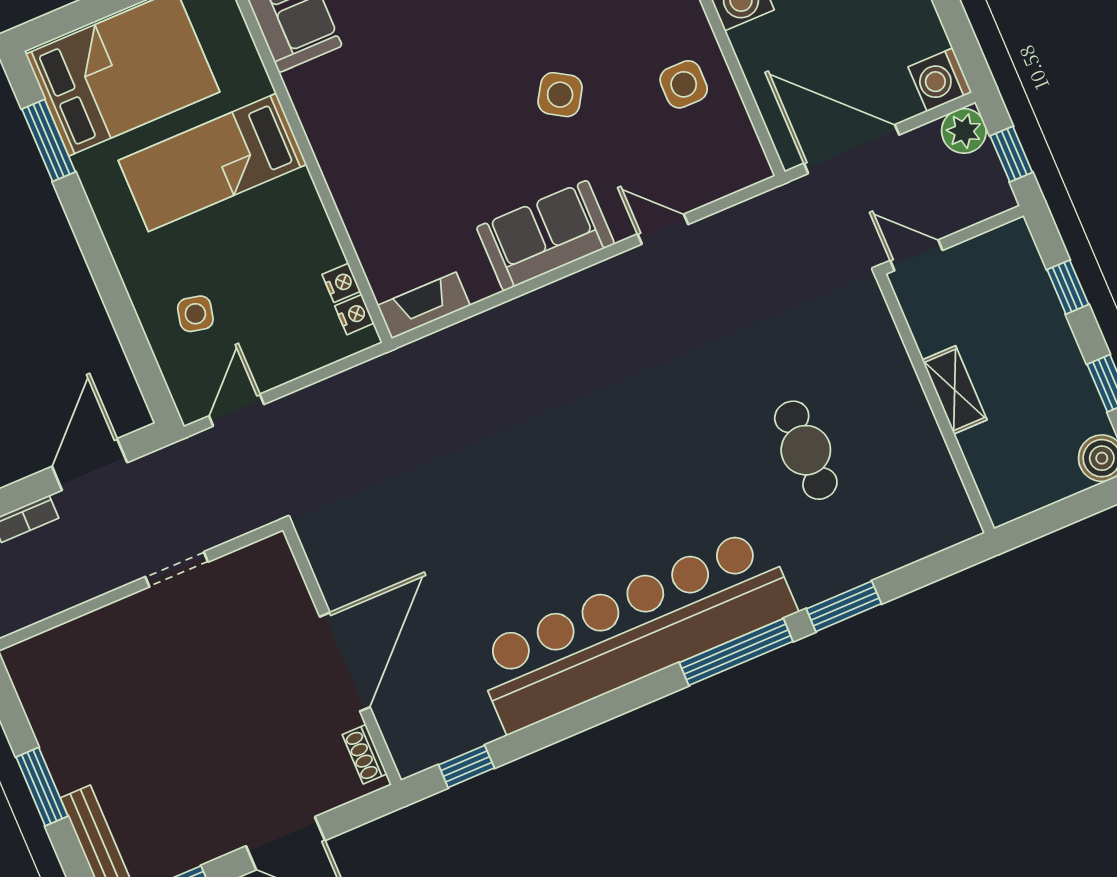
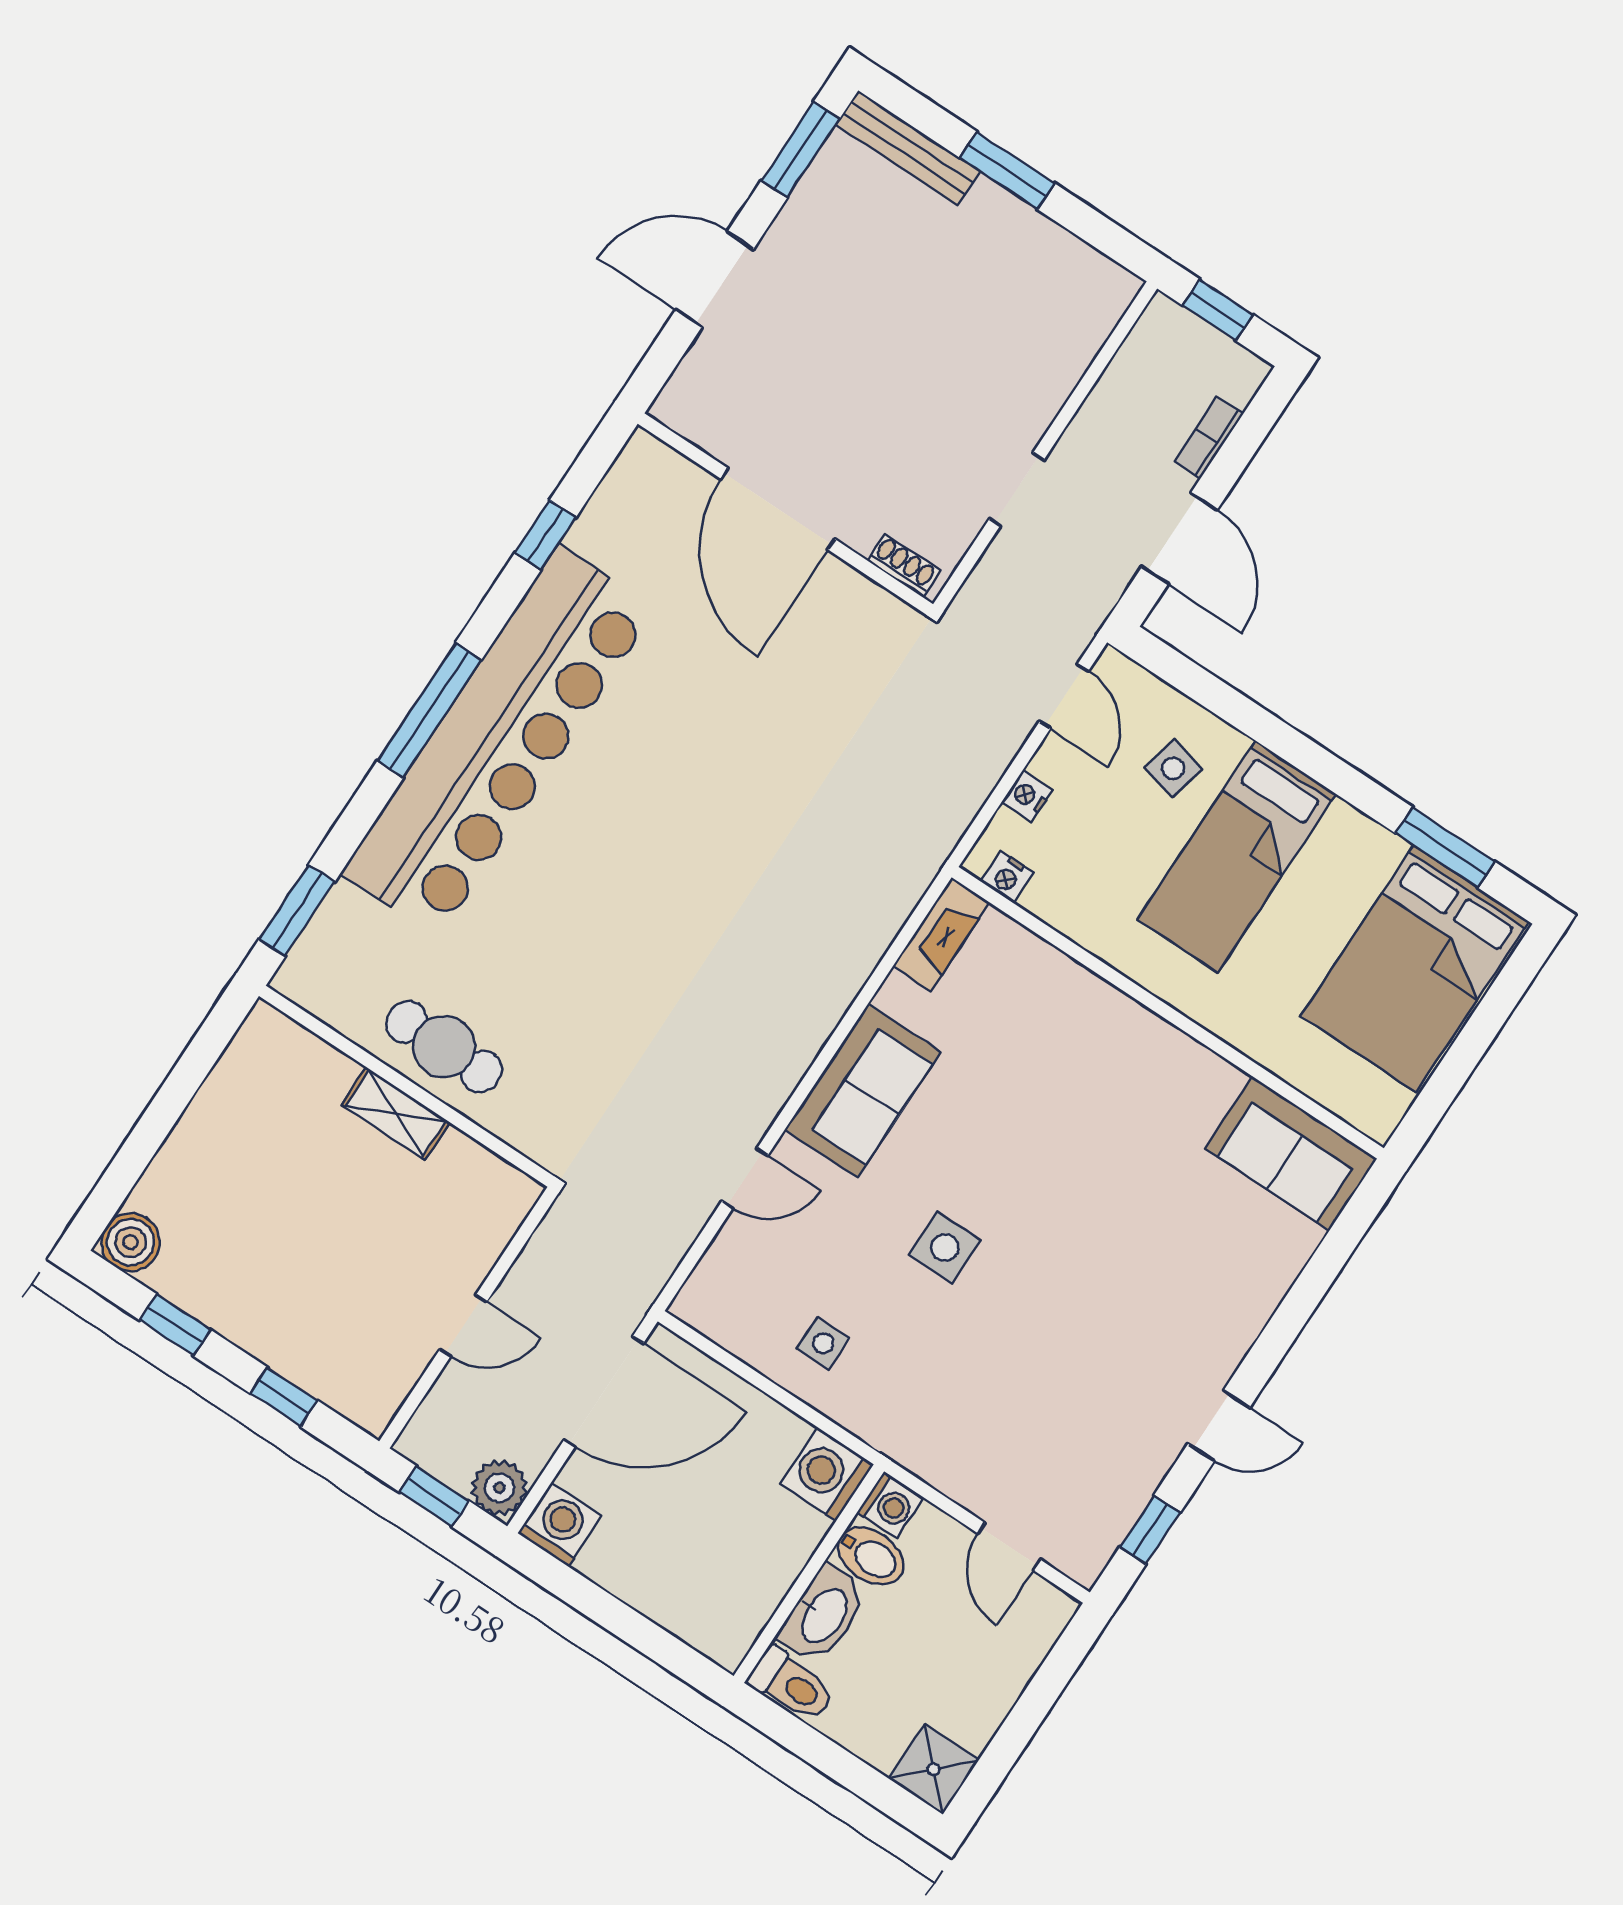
side table: (684, 84) -> (823, 1343), width x0.73, depth x0.73
side table: (560, 95) -> (945, 1247), turned -32
bed: (212, 162) -> (1237, 857), moved, turned 180
nightstand: (341, 283) -> (1027, 796), moved, turned 90
shelving: (955, 390) -> (396, 1114), moved
wall: (935, 403) -> (407, 1086), moved
window: (736, 652) -> (429, 710), moved
shoe rack: (365, 754) -> (904, 565), moved
window: (466, 766) -> (545, 535), moved

